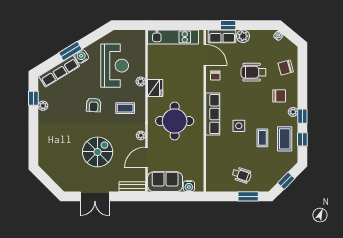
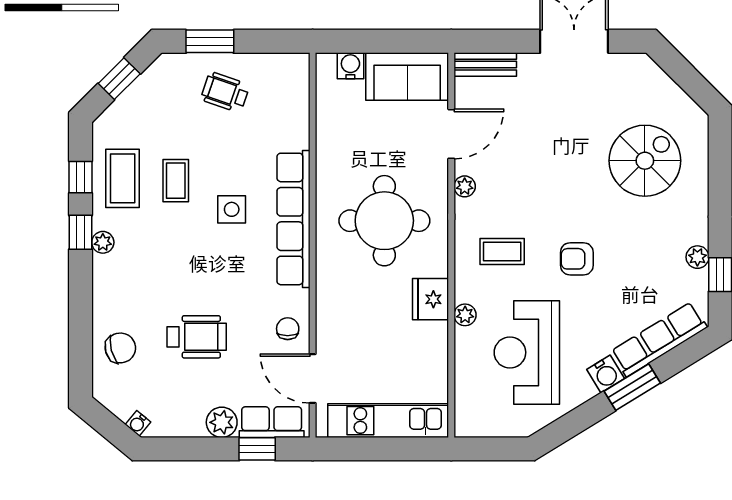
chair: (279, 96) -> (136, 280), removed
armchair: (94, 105) -> (577, 259), turned -93
row of seats: (213, 114) -> (293, 219), width x1.36
spiral stairs: (98, 152) -> (645, 161), moved, turned 180

